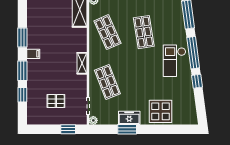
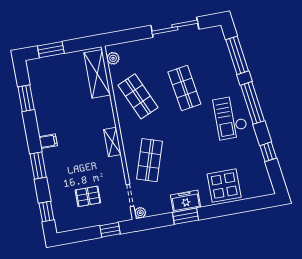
window: (22, 37) -> (26, 98), moved
window: (197, 81) -> (268, 152), moved
shop shelf: (107, 82) -> (150, 160), turned 39
window: (22, 95) -> (46, 212), moved

